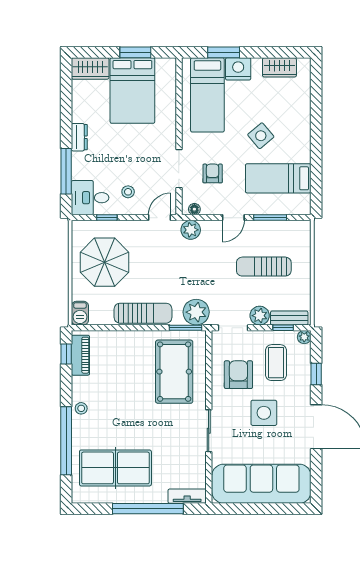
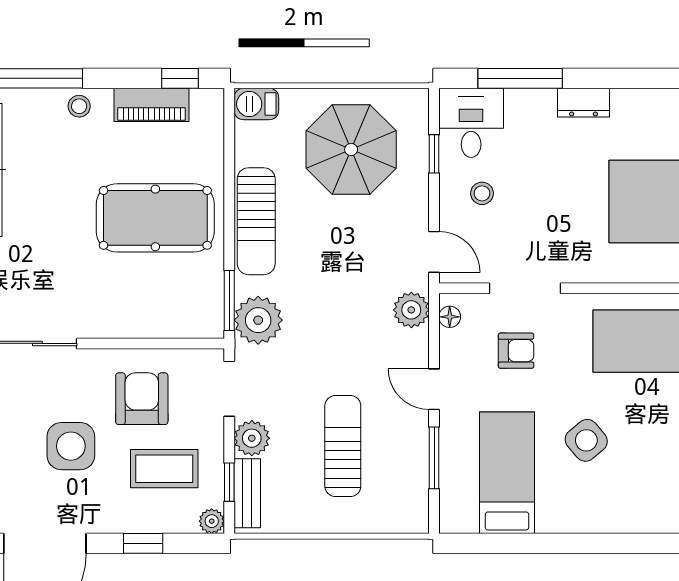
piano: (80, 355) -> (152, 105), moved
pool table: (174, 372) -> (155, 218), moved
armchair: (238, 375) -> (142, 399), turned -90

